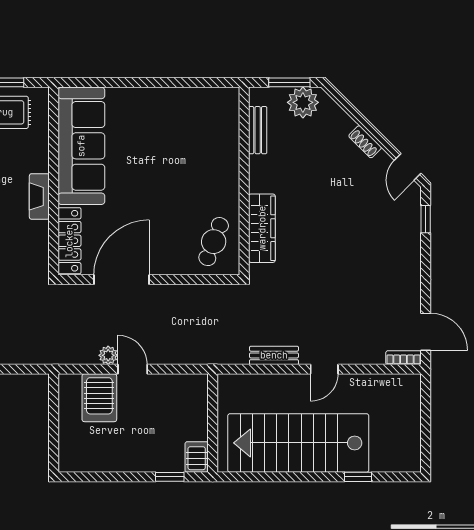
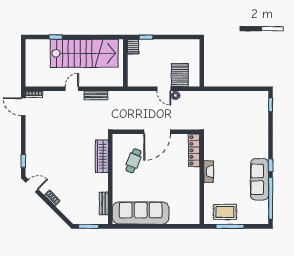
plant: (303, 102) -> (82, 217), removed
sofa: (81, 146) -> (141, 213), moved, turned 90
door: (408, 167) -> (32, 186), hinge flipped
cafe table: (214, 242) -> (134, 161), moved
door: (121, 280) -> (157, 132), moved

